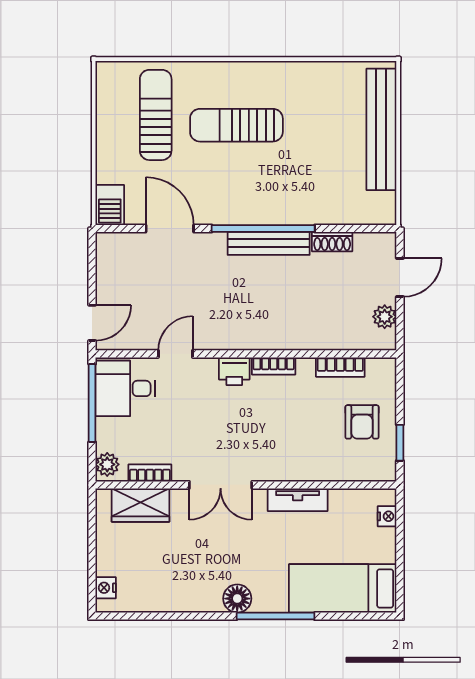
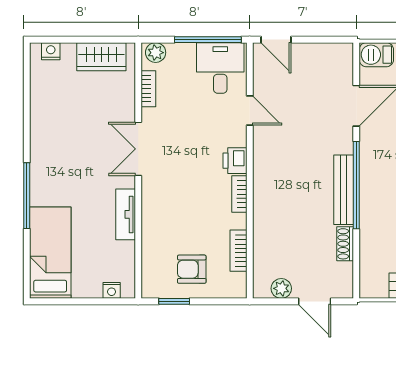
wardrobe: (141, 505) -> (101, 57), moved, turned -90
floor lamp: (237, 599) -> (42, 163), removed

